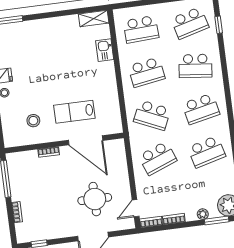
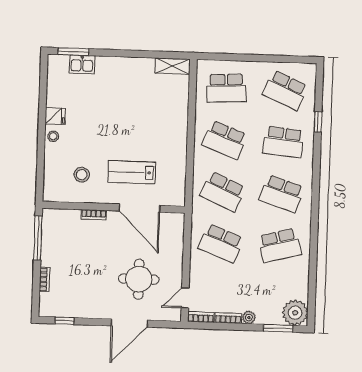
school desk: (190, 23) -> (285, 90), turned 39
window: (219, 25) -> (318, 122), moved
kitchen sink: (105, 50) -> (82, 64), moved, turned -90
school desk: (147, 72) -> (224, 140), turned 30
school desk: (201, 109) -> (282, 194), turned 30
school desk: (158, 158) -> (221, 243), turned 42
plant: (203, 214) -> (249, 318), moved

